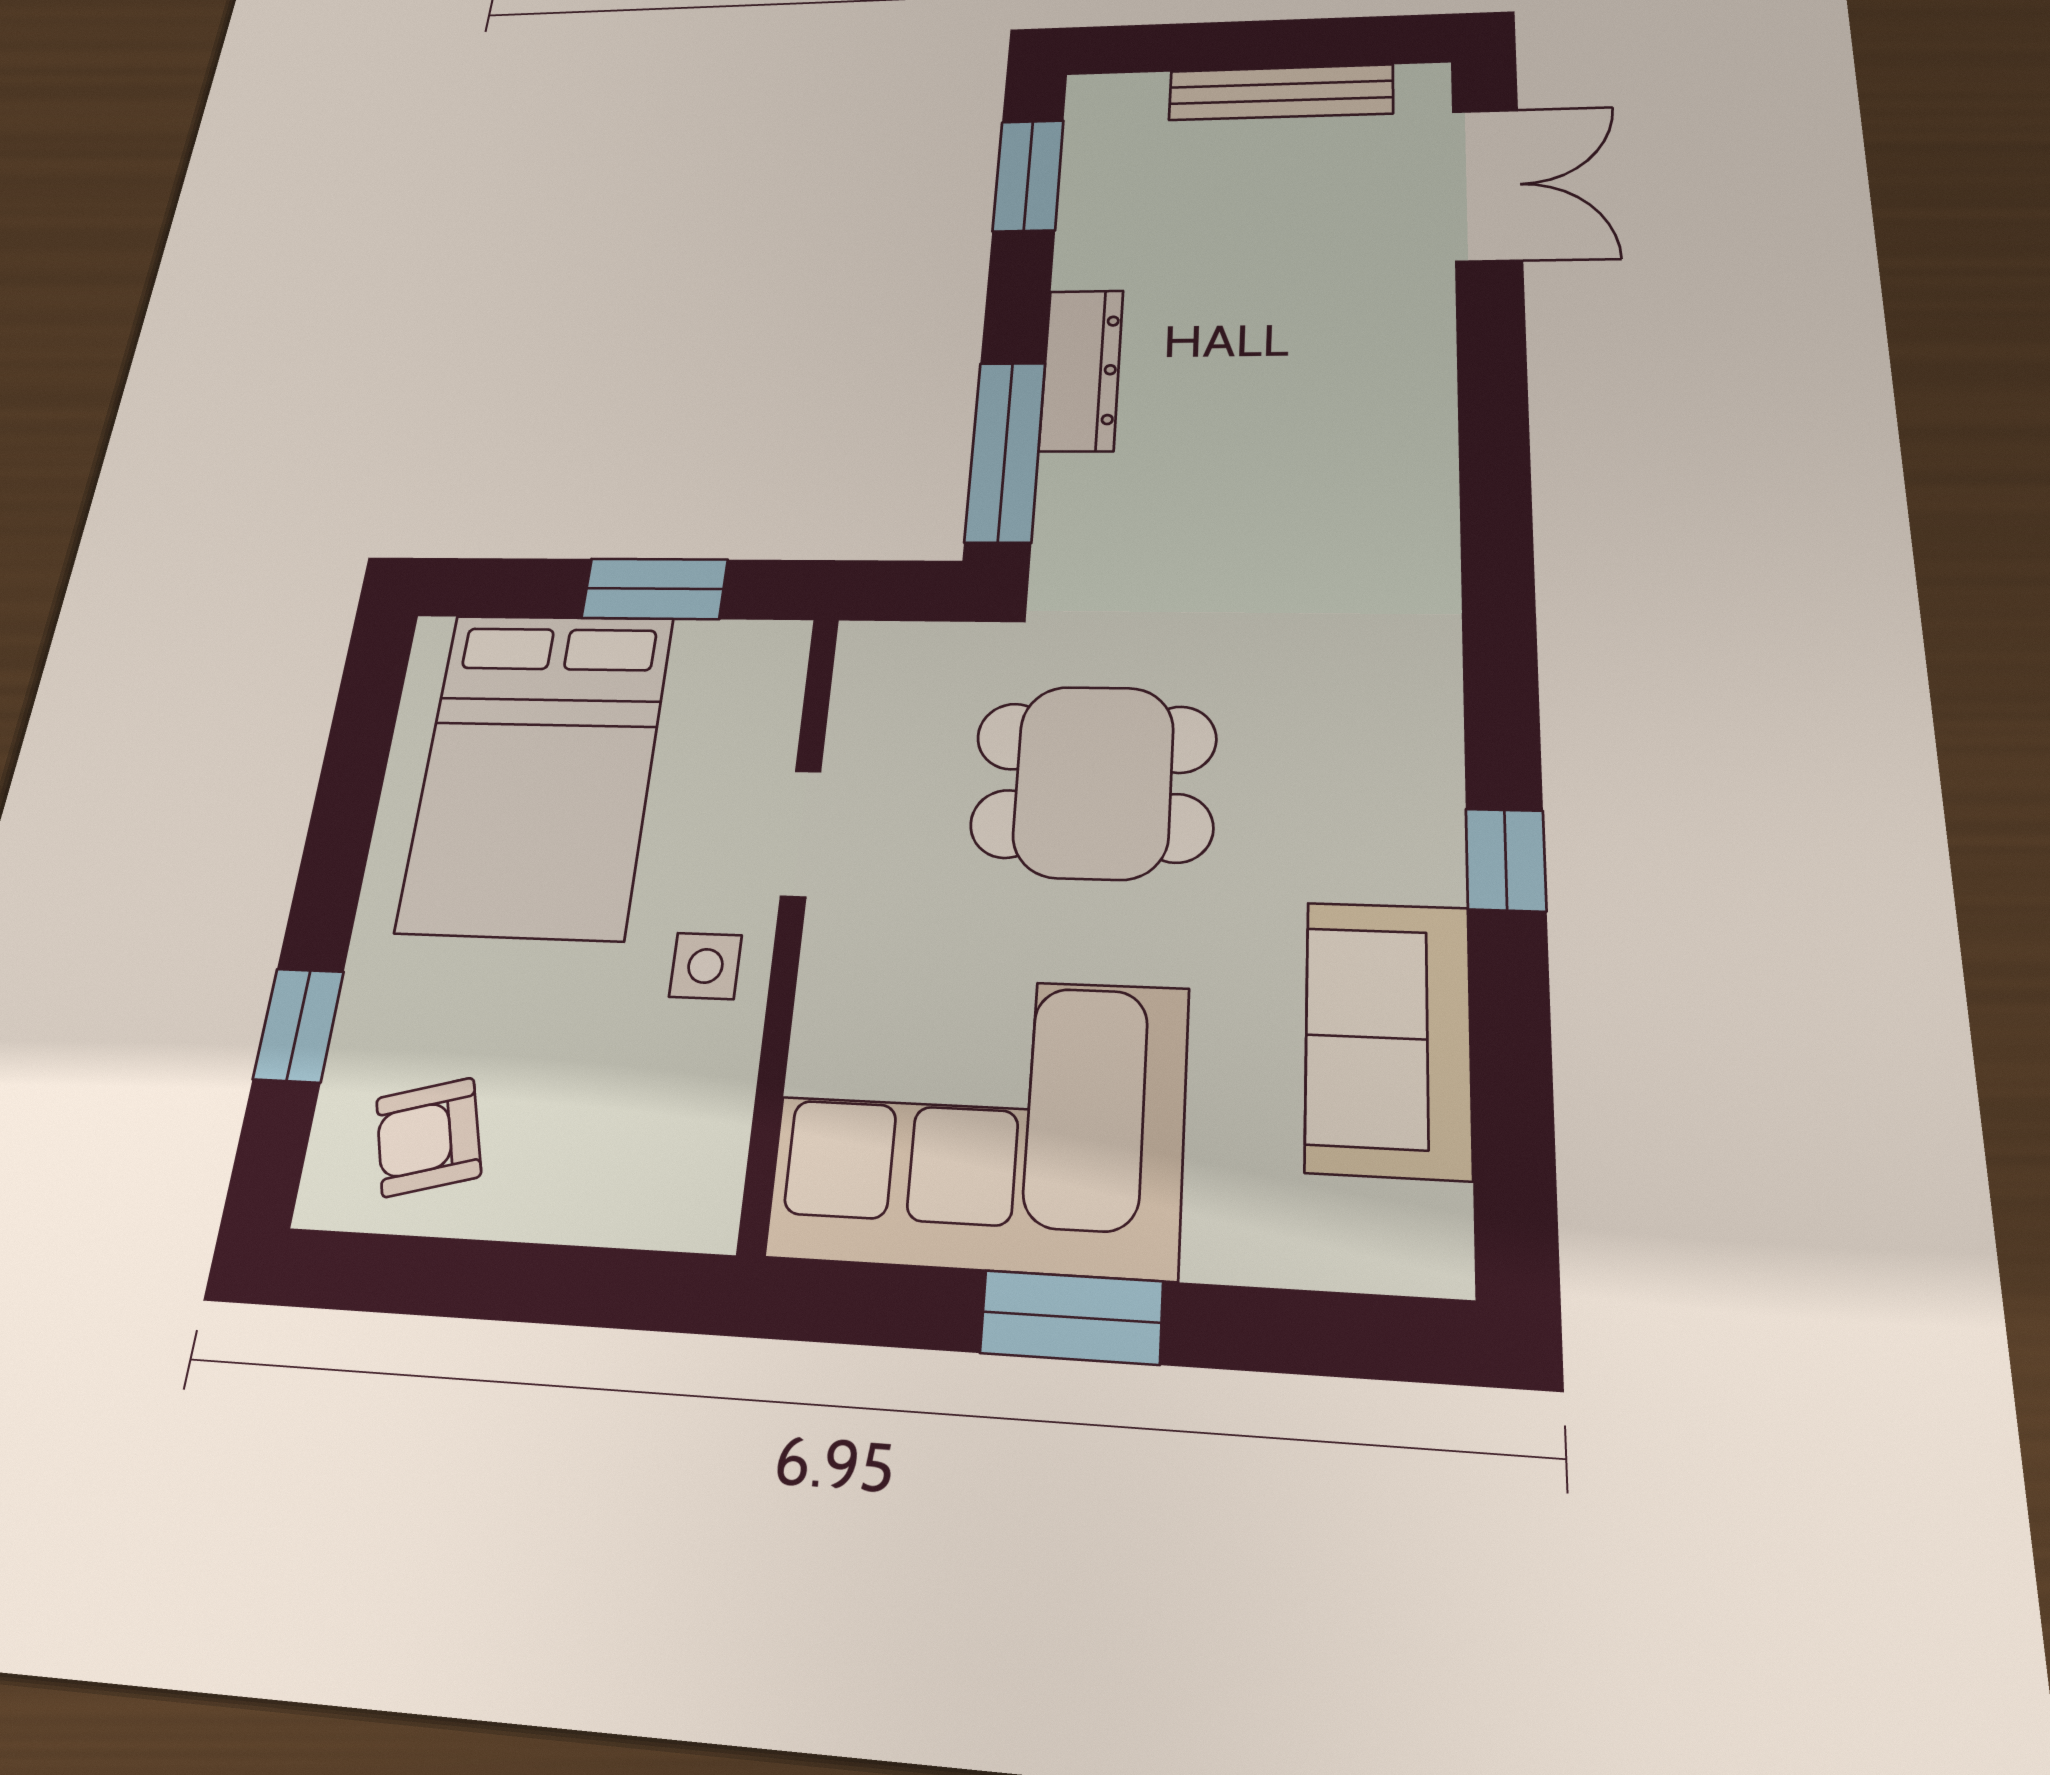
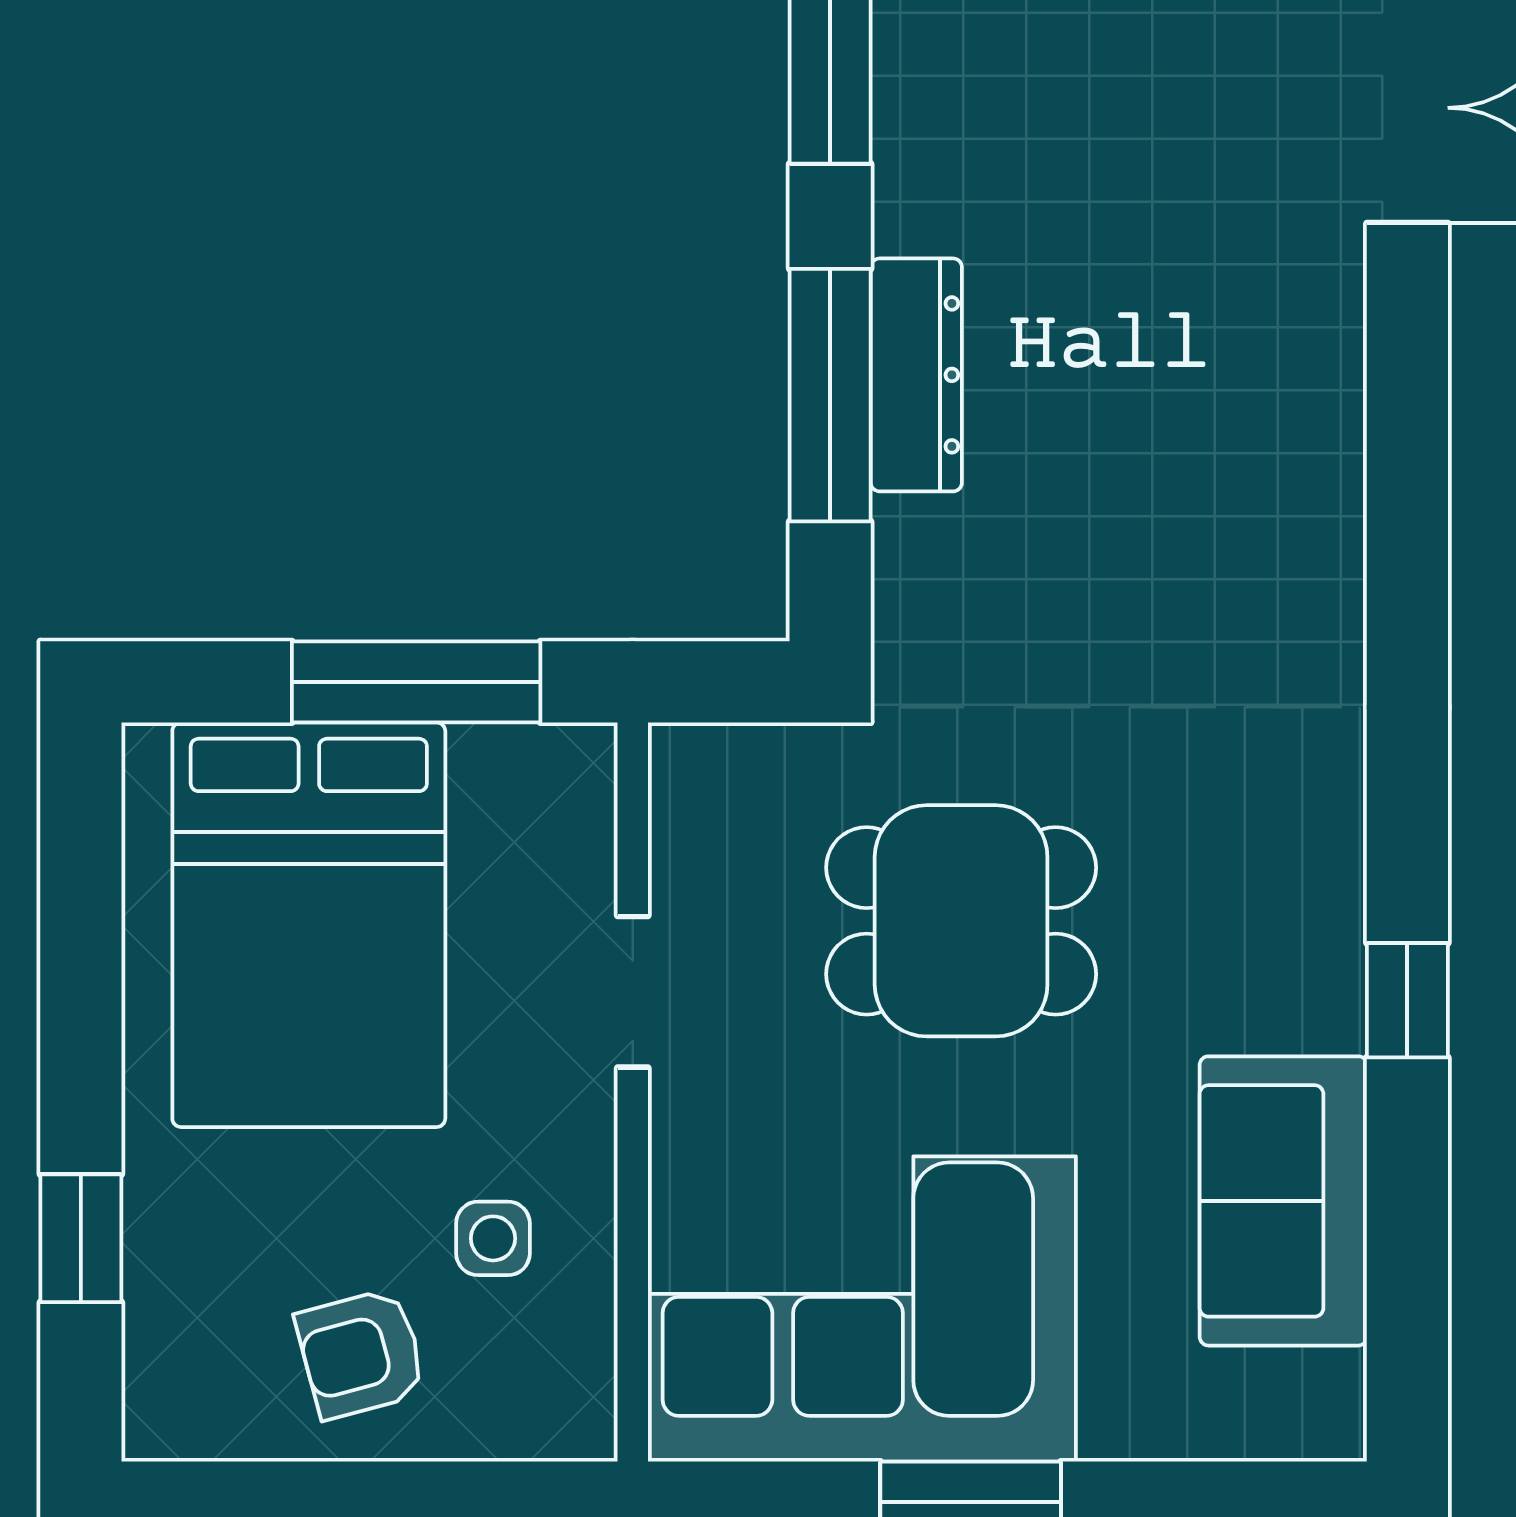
window: (1005, 451) -> (830, 395), moved
window: (655, 589) -> (416, 682), width x1.44
side table: (705, 966) -> (493, 1238), moved
armchair: (428, 1137) -> (361, 1354), moved

